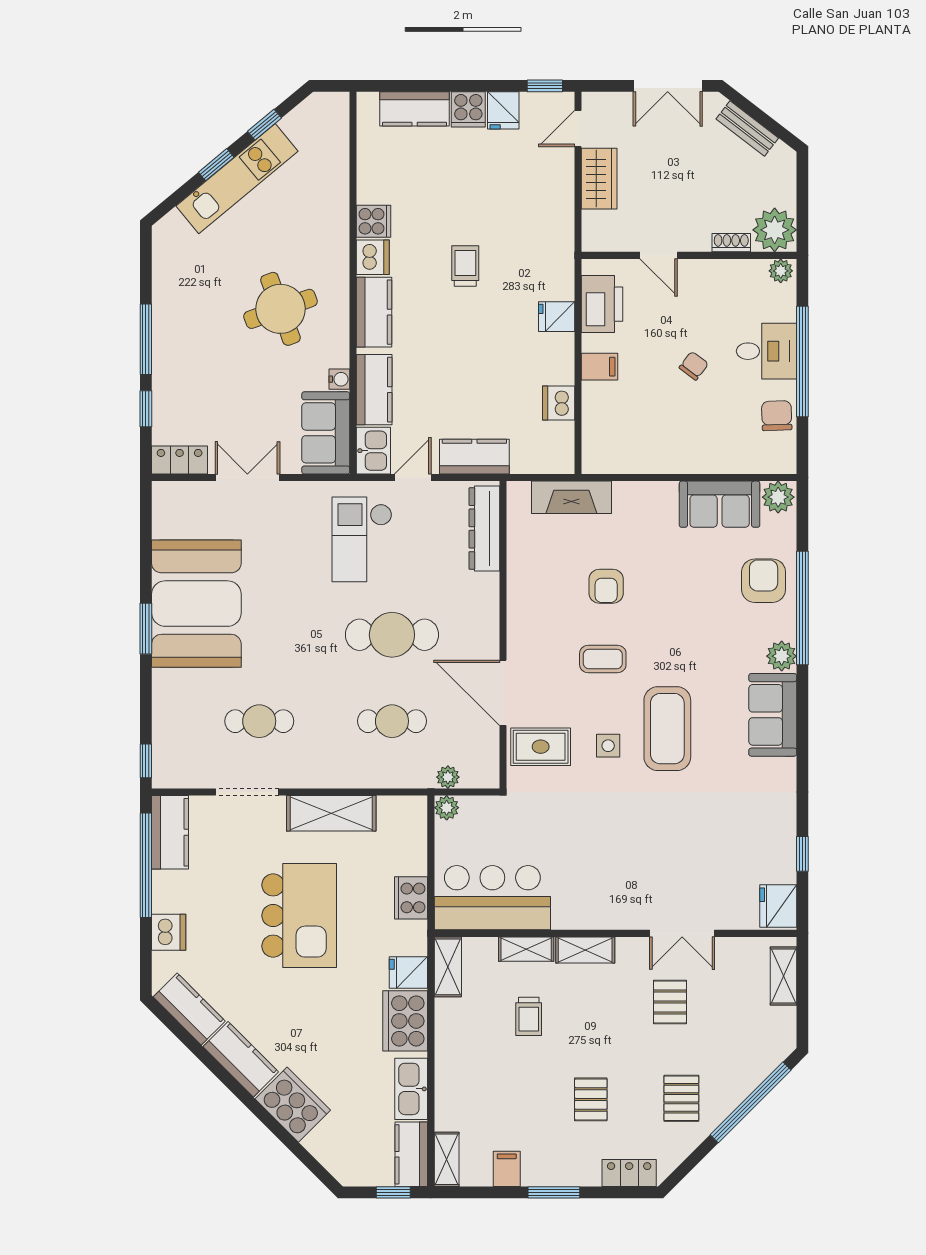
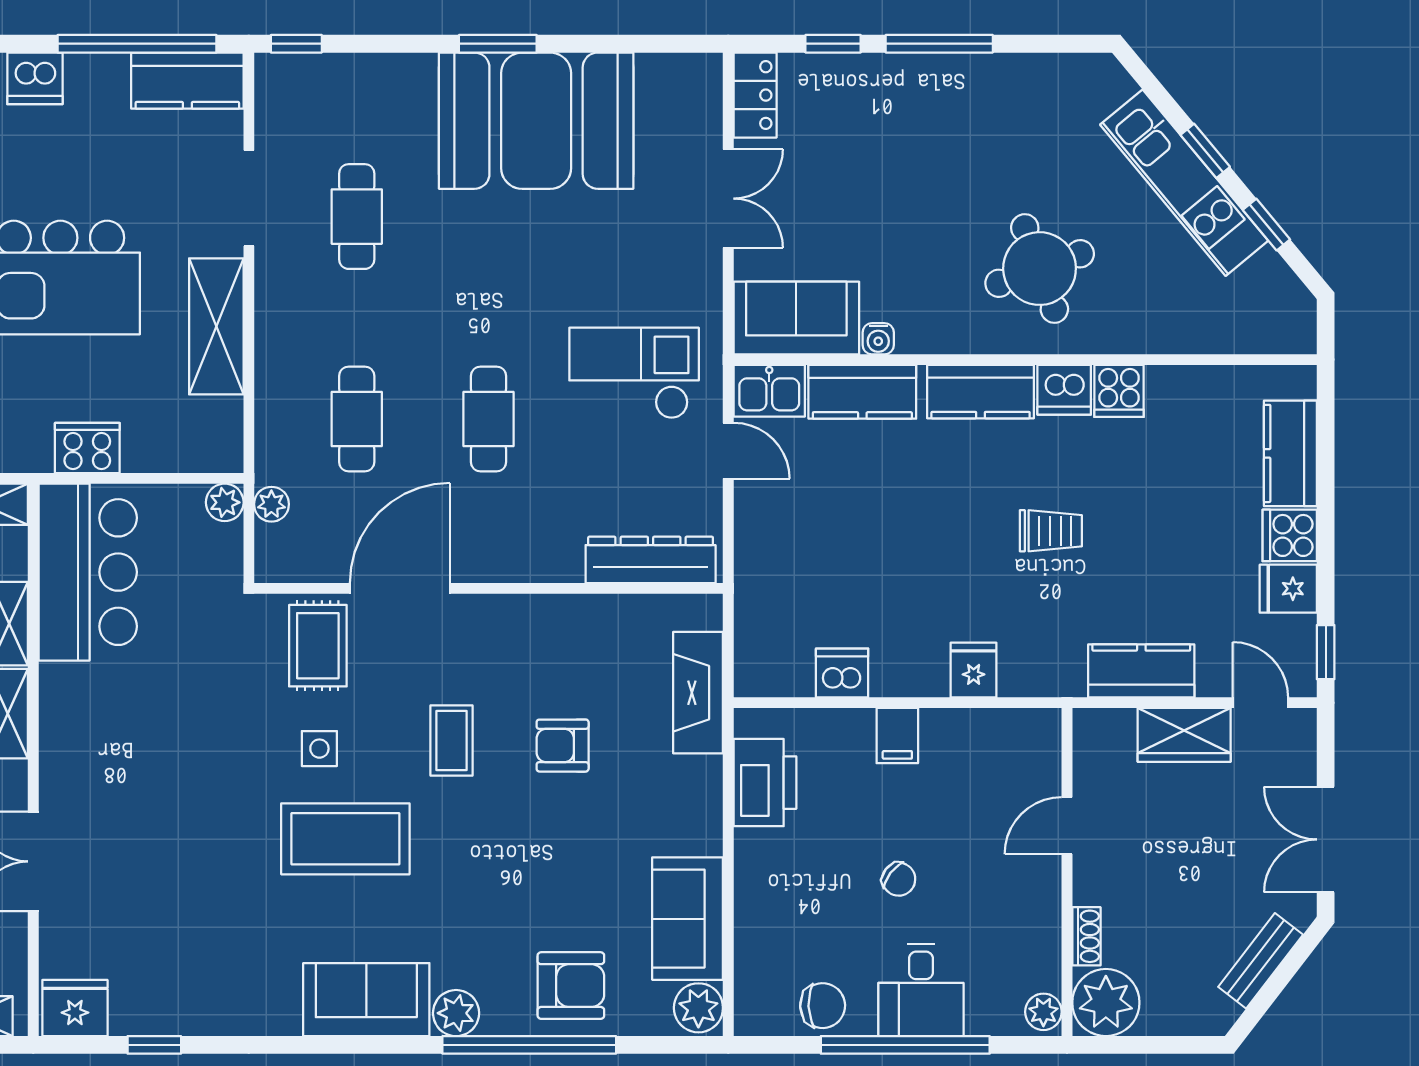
printer: (602, 304) -> (765, 783), moved, turned -90
round table: (280, 309) -> (1040, 269), moved
kitchen counter: (474, 457) -> (1141, 671), moved, turned -90
cafe table: (392, 635) -> (489, 419), width x0.73, depth x0.74

